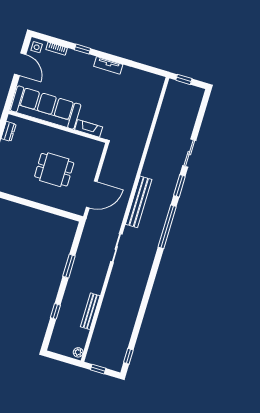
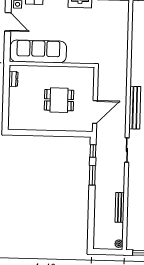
fireplace: (89, 128) -> (78, 59), removed
window: (55, 311) -> (93, 151), moved

